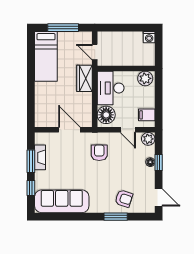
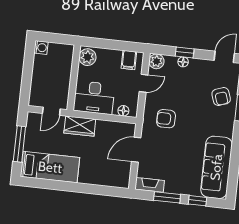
floor lamp: (106, 115) -> (123, 111), width x0.53, depth x0.53
fireplace: (40, 157) -> (150, 185), moved
armchair: (124, 199) -> (221, 97), turned 143

